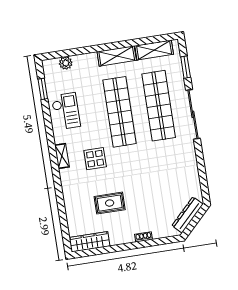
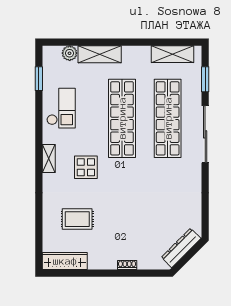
shelving: (117, 56) -> (100, 54), moved
rug: (110, 203) -> (77, 219), moved

